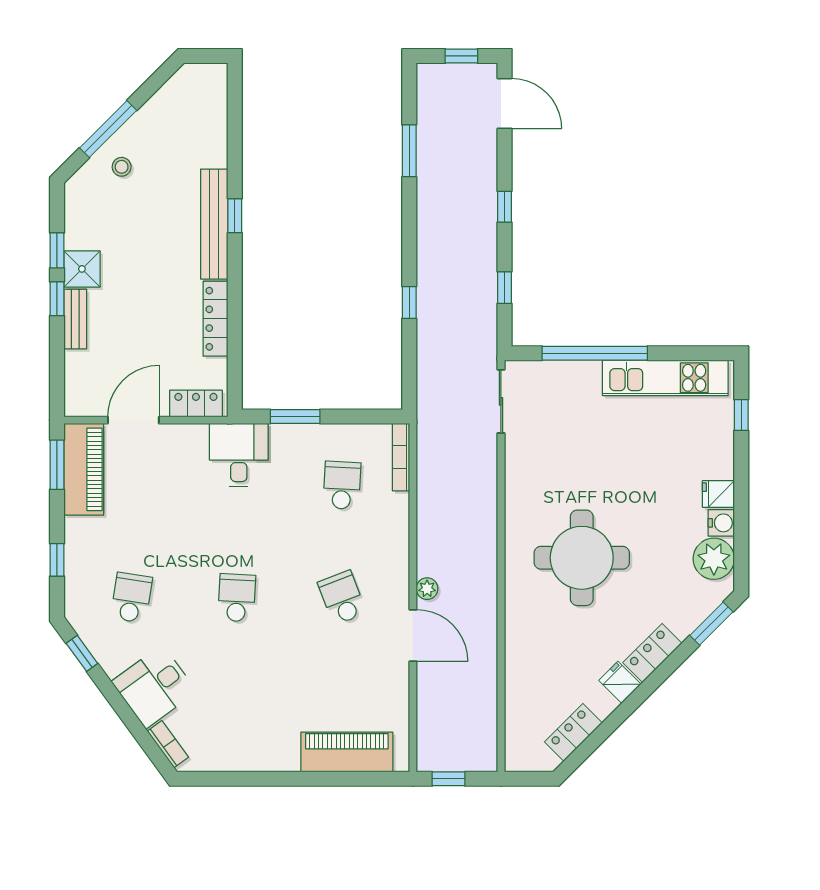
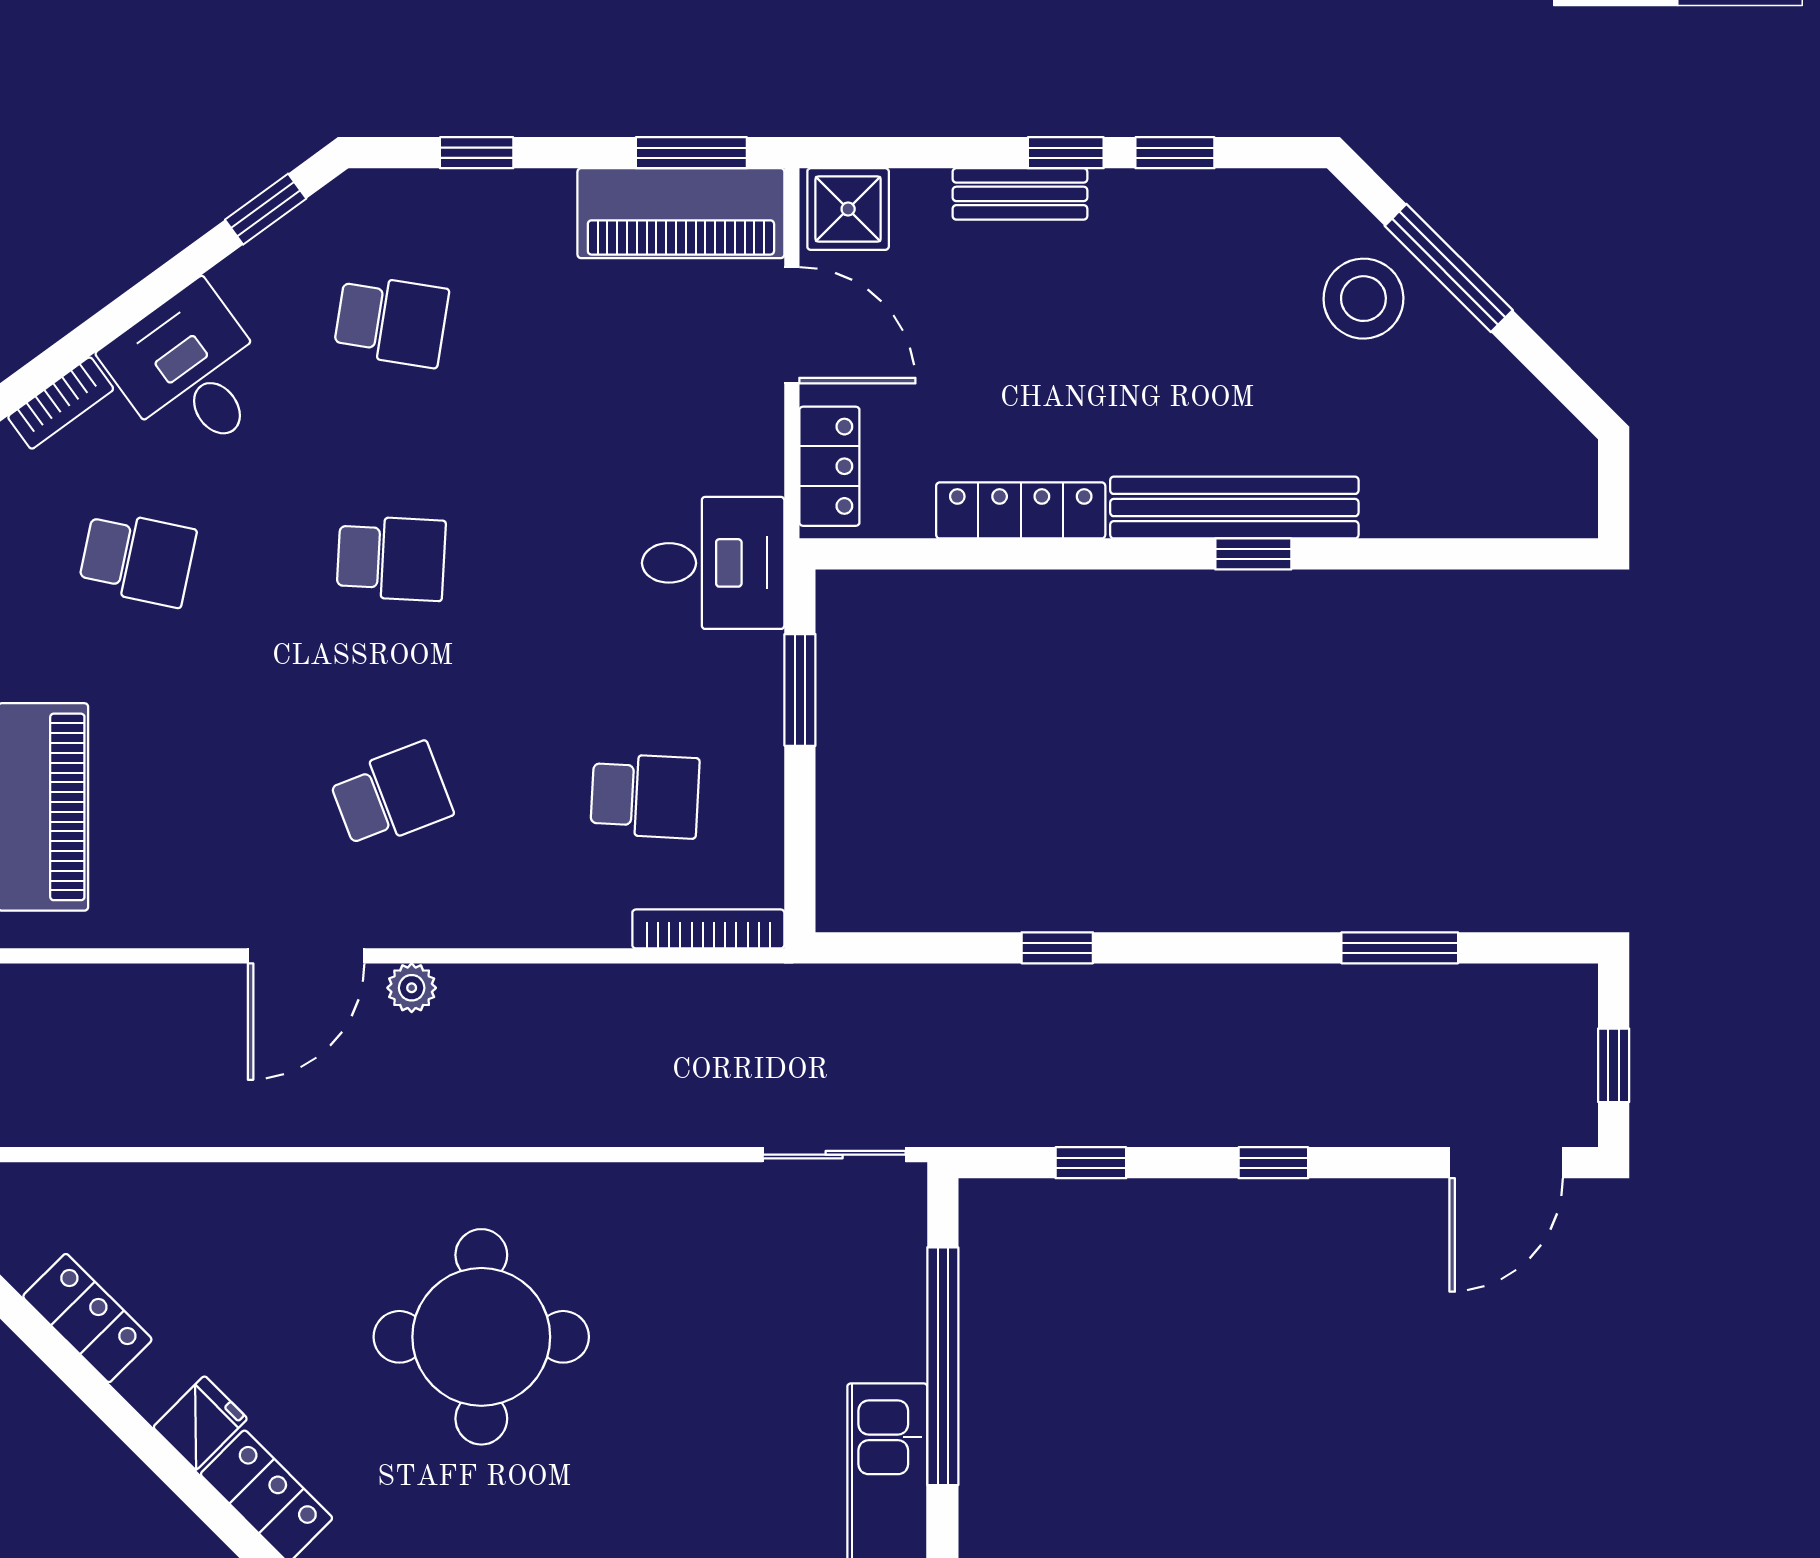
stool: (122, 167) -> (1363, 299), width x1.89, depth x1.89
shower: (82, 269) -> (848, 209), moved
school desk: (237, 710) -> (137, 558), added

